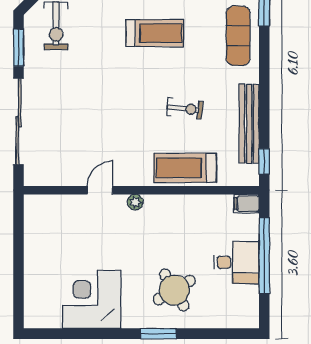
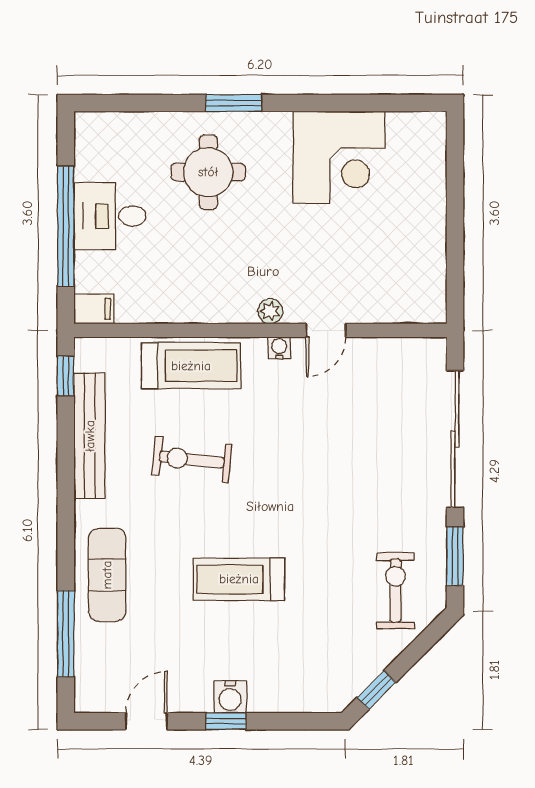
exercise bike: (185, 109) -> (192, 460), width x1.38, depth x1.39
water cooler: (130, 179) -> (279, 348), added
round table: (174, 290) -> (208, 172), turned 31

